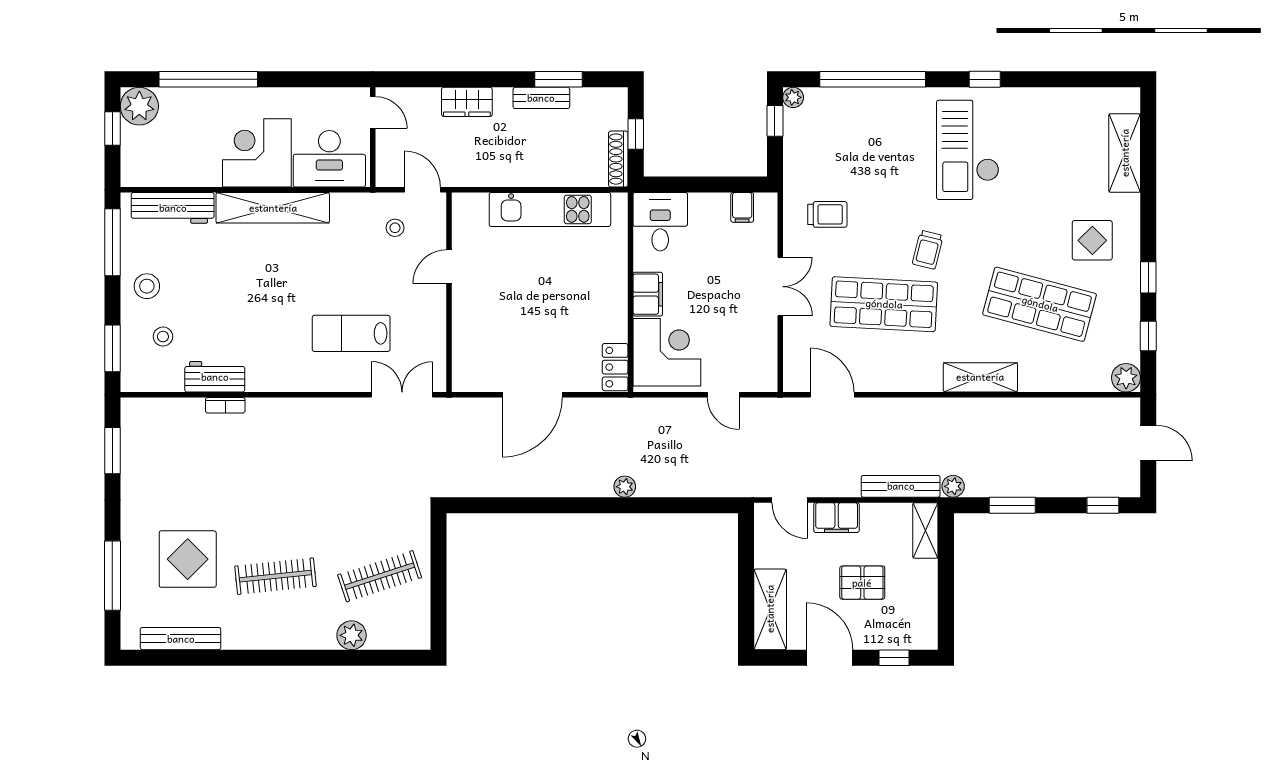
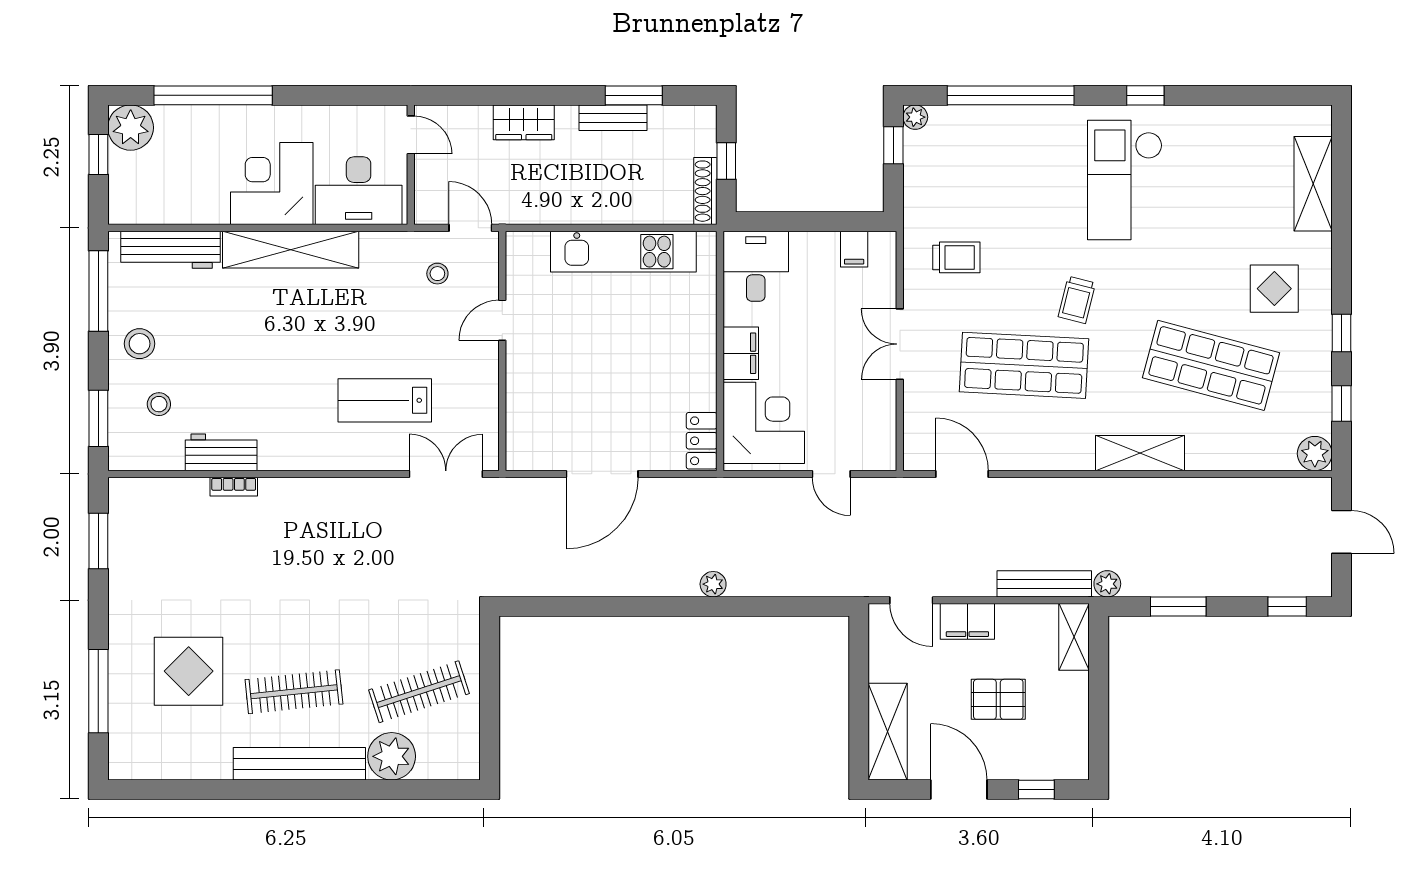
double door: (780, 287) -> (900, 344), swing flipped
plant: (352, 635) -> (392, 756), width x1.36, depth x1.36
bench: (181, 639) -> (299, 764), moved, width x1.37, depth x1.21

